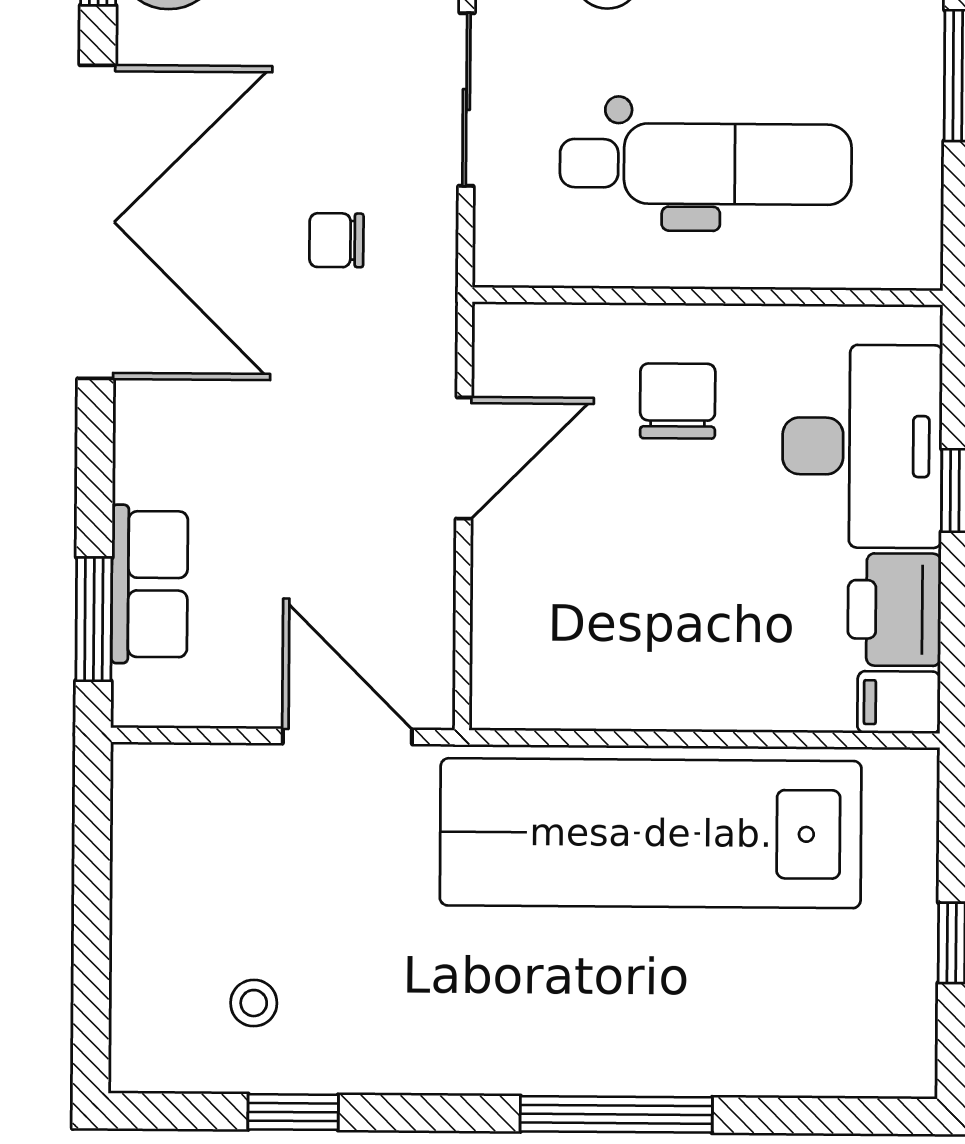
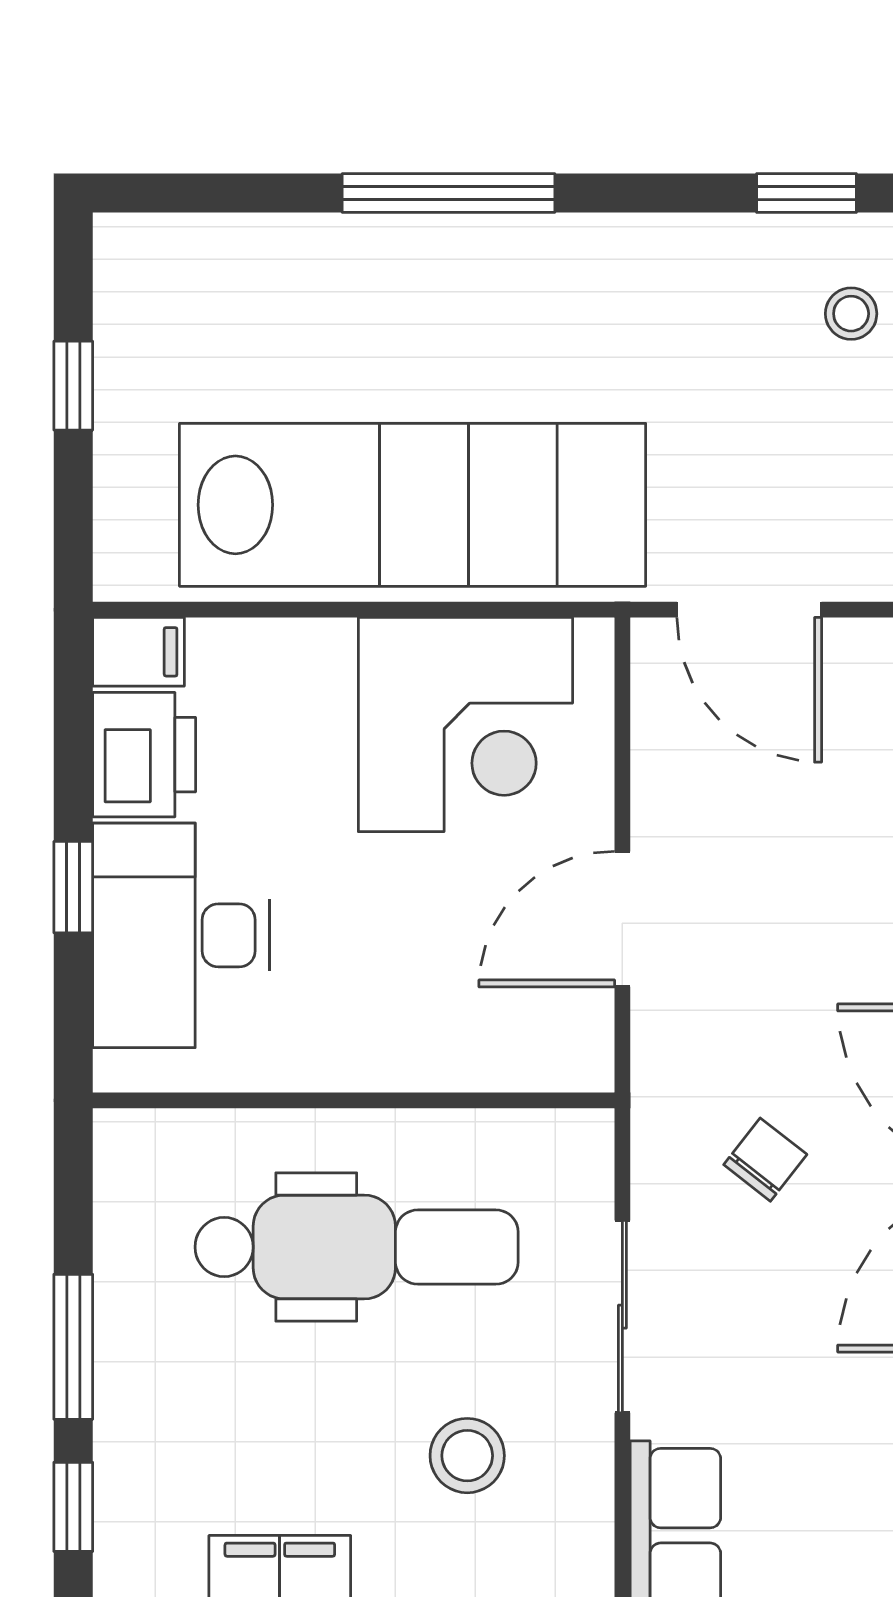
dental chair: (706, 164) -> (357, 1247), turned 180
chair: (336, 240) -> (765, 1160), turned -52
chair: (678, 401) -> (386, 984), removed
corner desk: (604, 635) -> (465, 725), added

